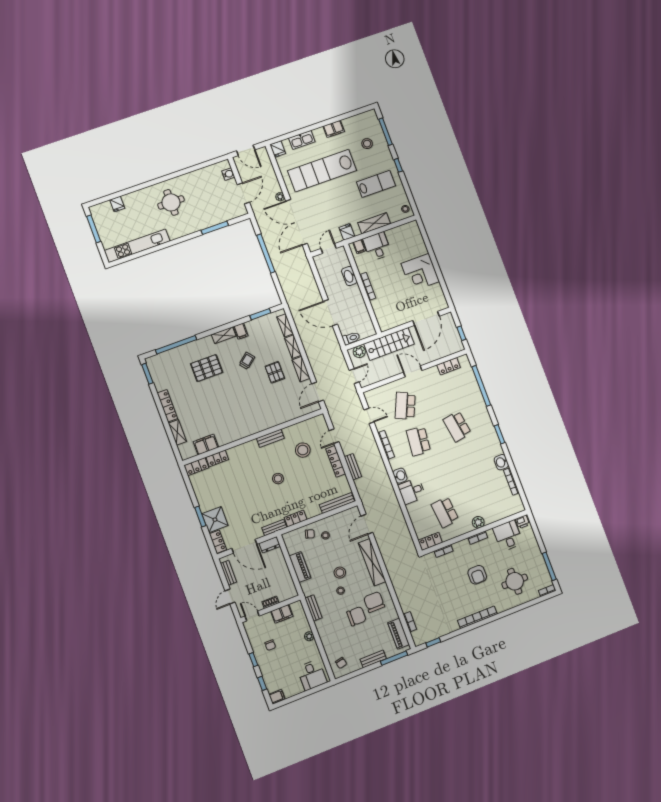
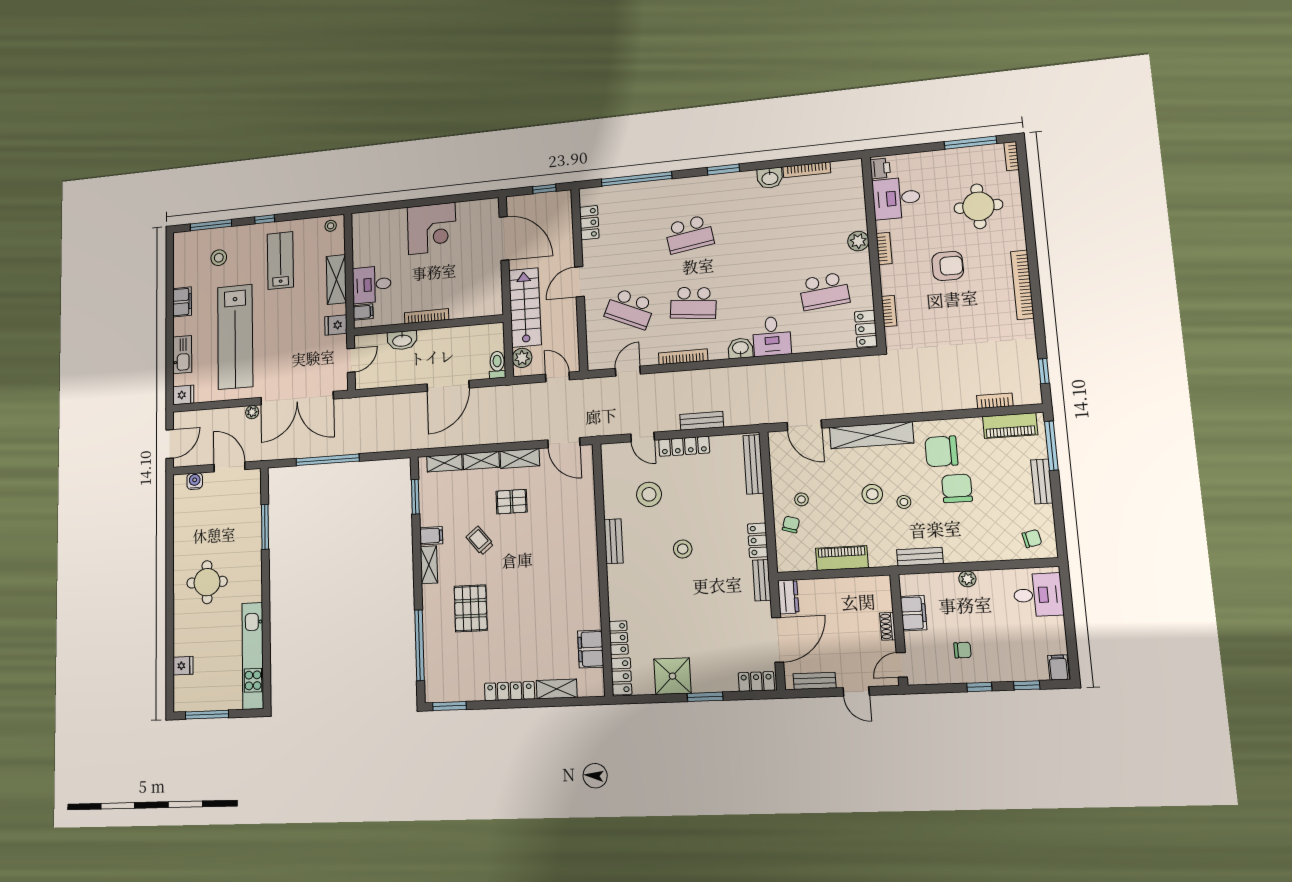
door: (329, 248) -> (351, 360), swing flipped
shower: (215, 520) -> (672, 676), moved

